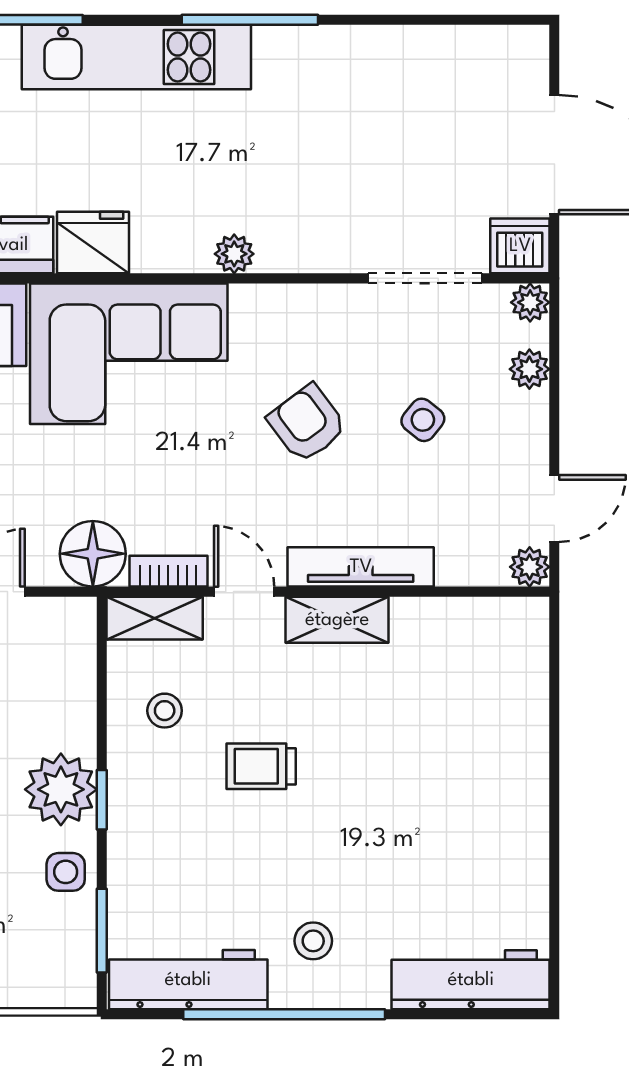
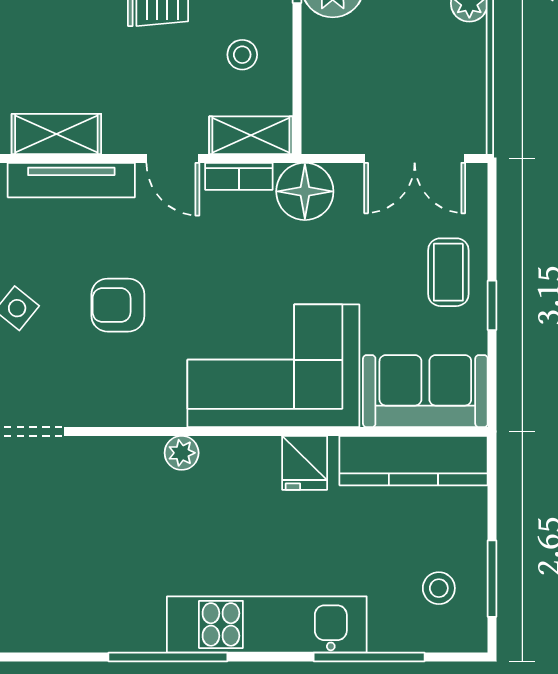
fridge: (93, 242) -> (305, 463), width x0.72
armchair: (307, 423) -> (118, 305), turned 127
shelving: (337, 620) -> (56, 134), moved

